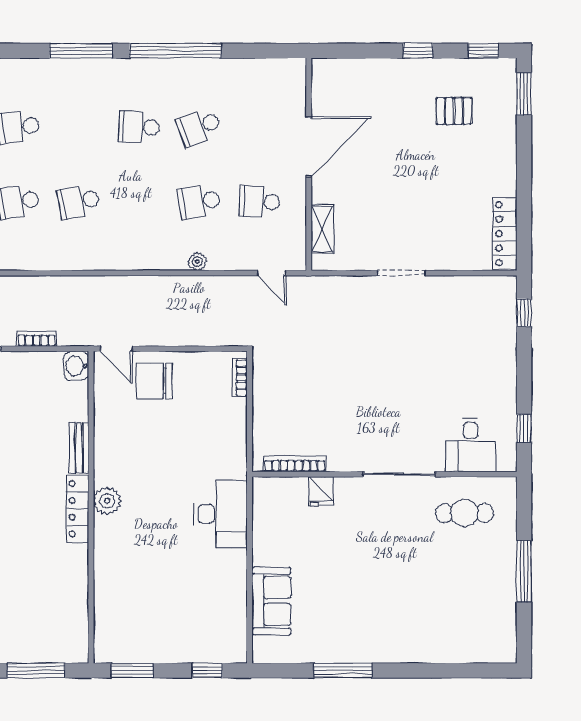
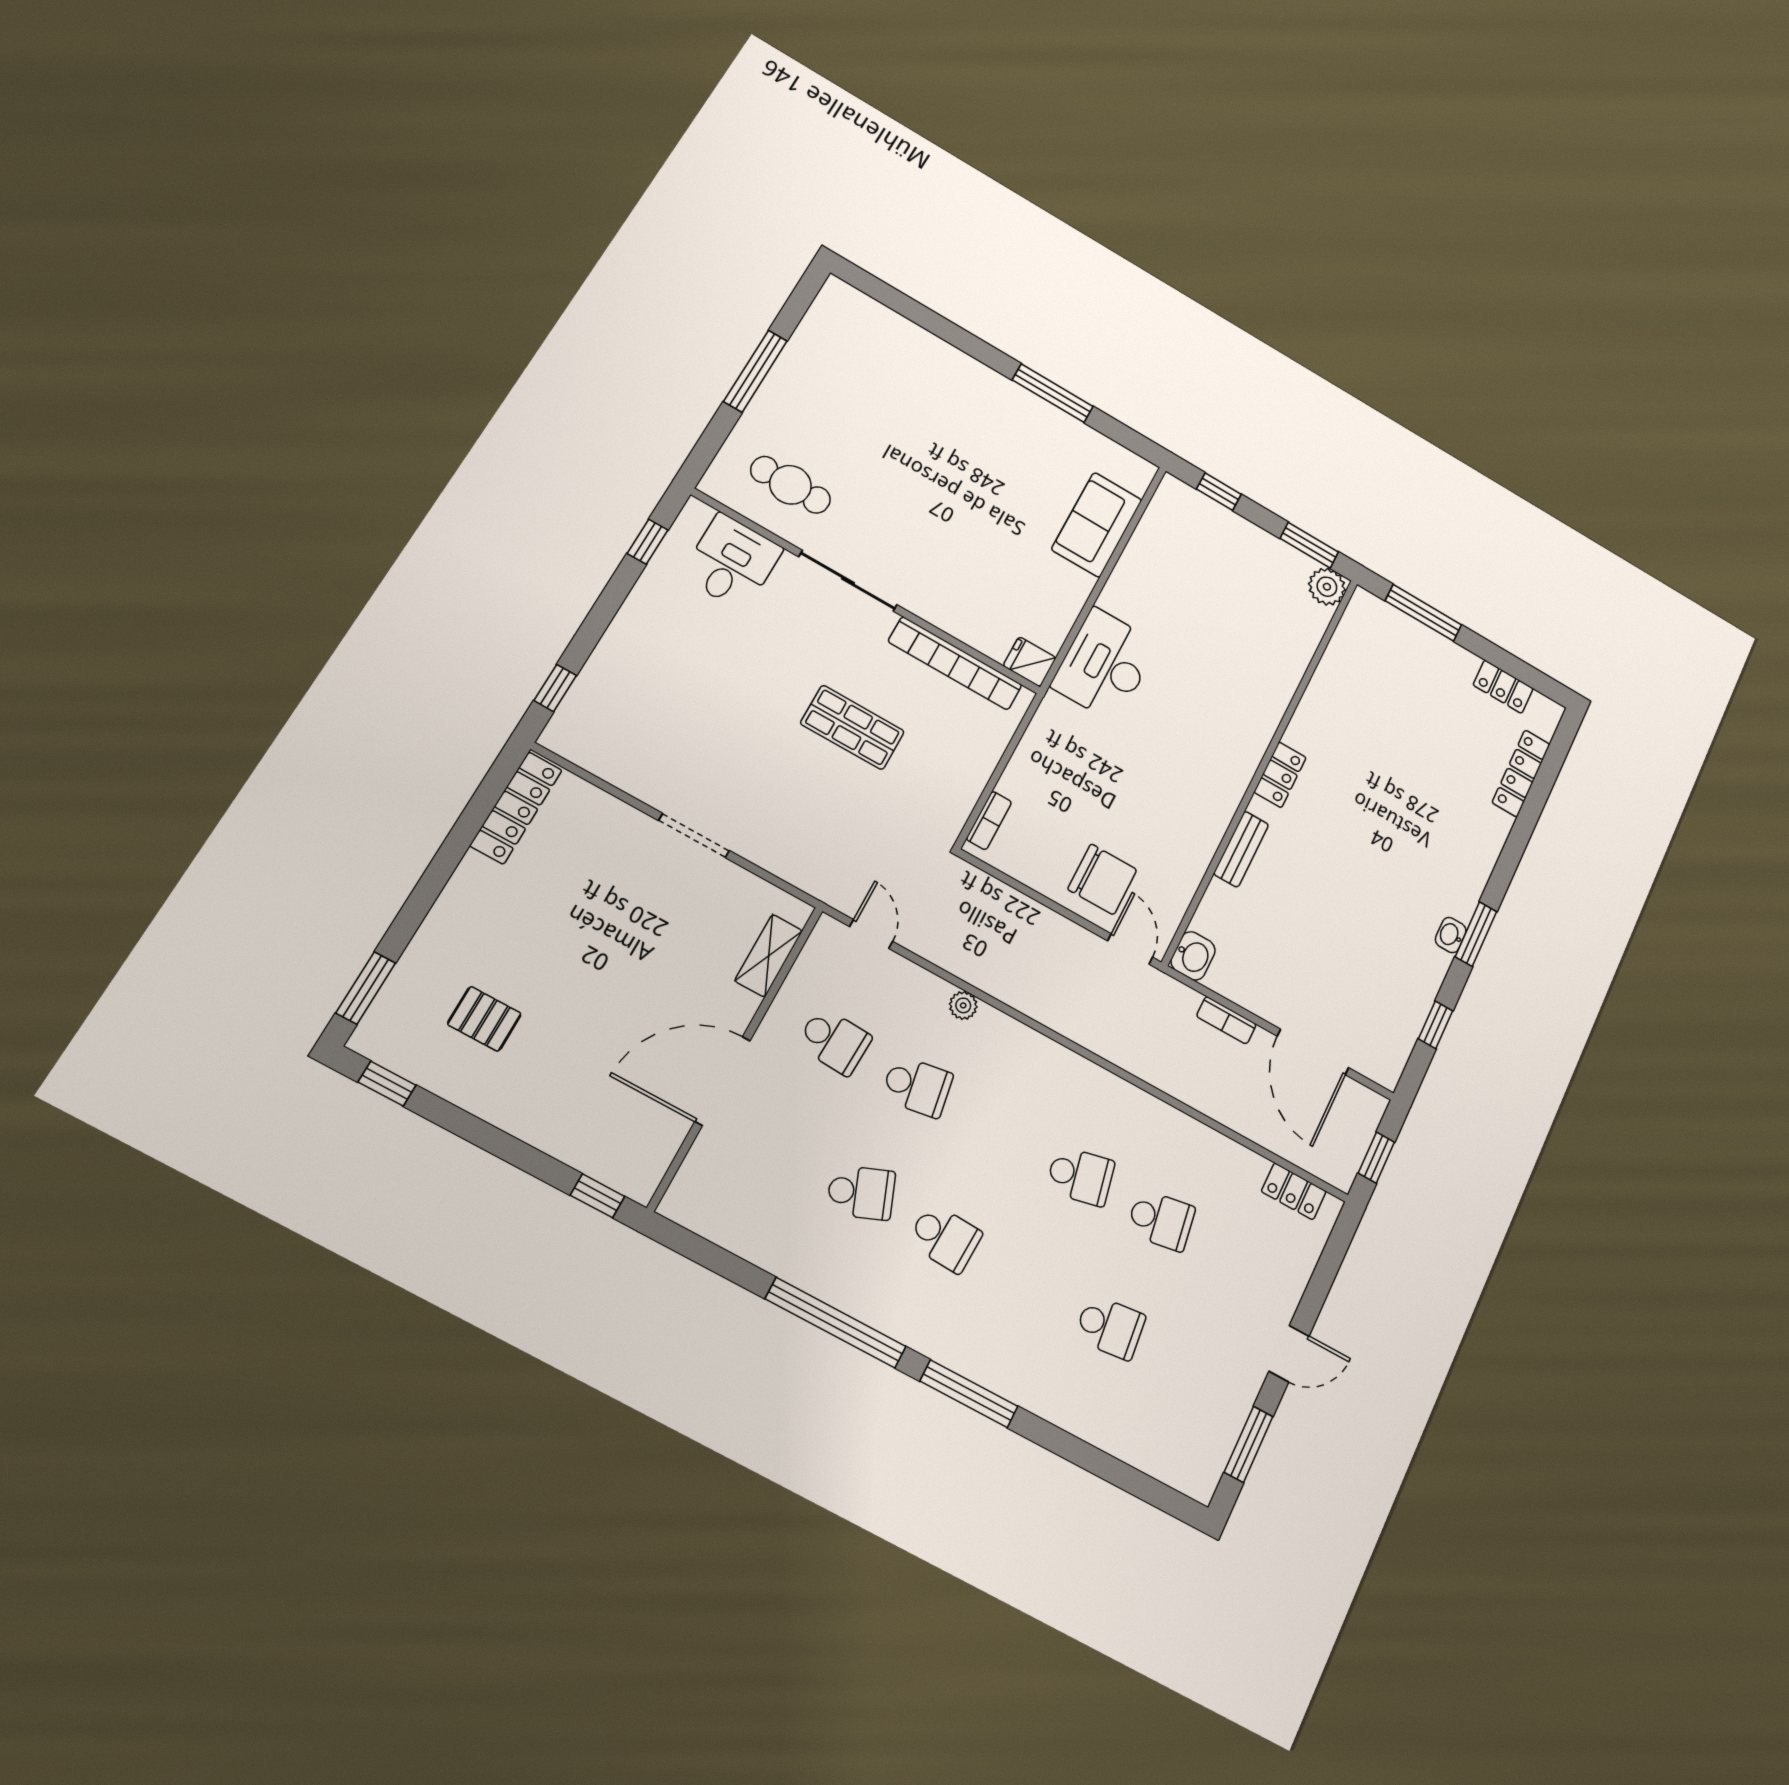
window: (418, 51) -> (597, 1196), moved
shop shelf: (348, 387) -> (852, 727), added
bookcase: (295, 464) -> (955, 663), width x1.48, depth x1.31
fridge: (321, 491) -> (1030, 662), moved, turned -90
plant: (107, 501) -> (1327, 587), moved
locker: (78, 509) -> (1280, 775), width x0.66

